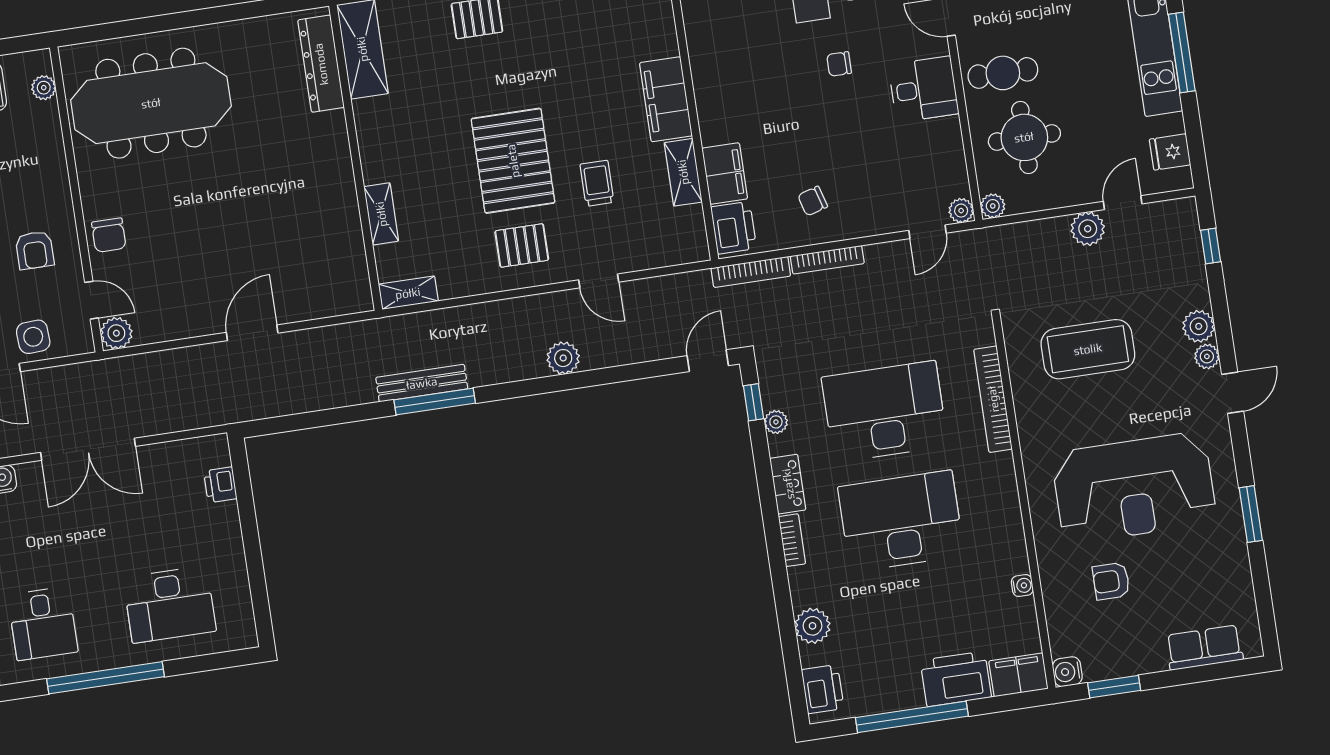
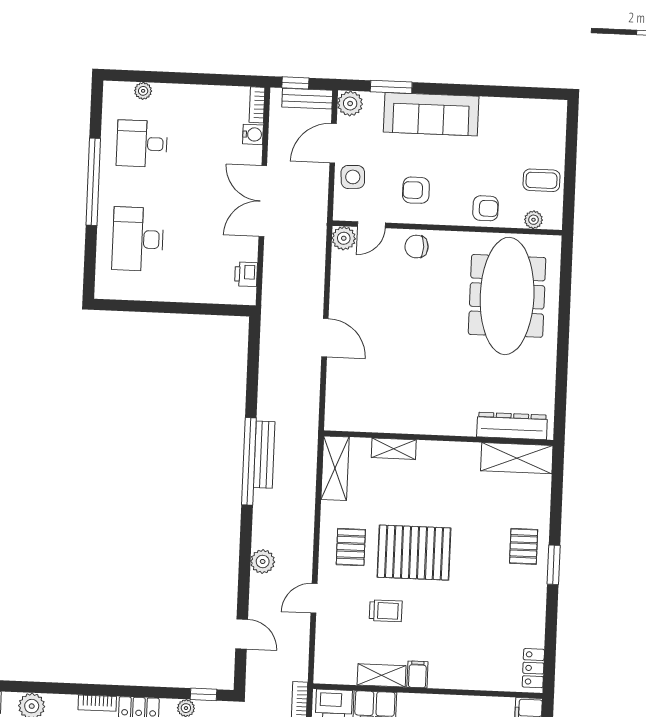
filing cabinet: (666, 99) -> (417, 674), width x0.33, depth x0.86
armchair: (41, 154) -> (486, 208), added
shelving: (408, 293) -> (335, 468), width x1.50, depth x1.33
door: (708, 361) -> (242, 634), moved
window: (435, 402) -> (249, 461), width x1.46
printer: (220, 485) -> (246, 274), moved, turned -90

